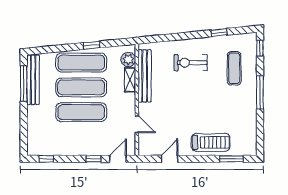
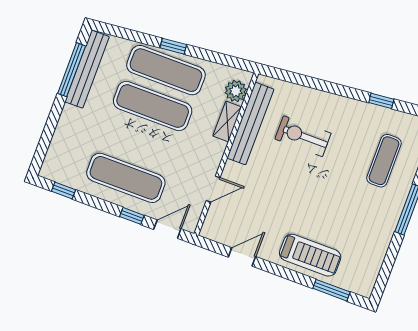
window: (92, 45) -> (173, 46), moved
exercise bike: (191, 63) -> (303, 136), moved
exercise mat: (81, 112) -> (126, 178), moved
door: (137, 124) -> (213, 189), hinge flipped

